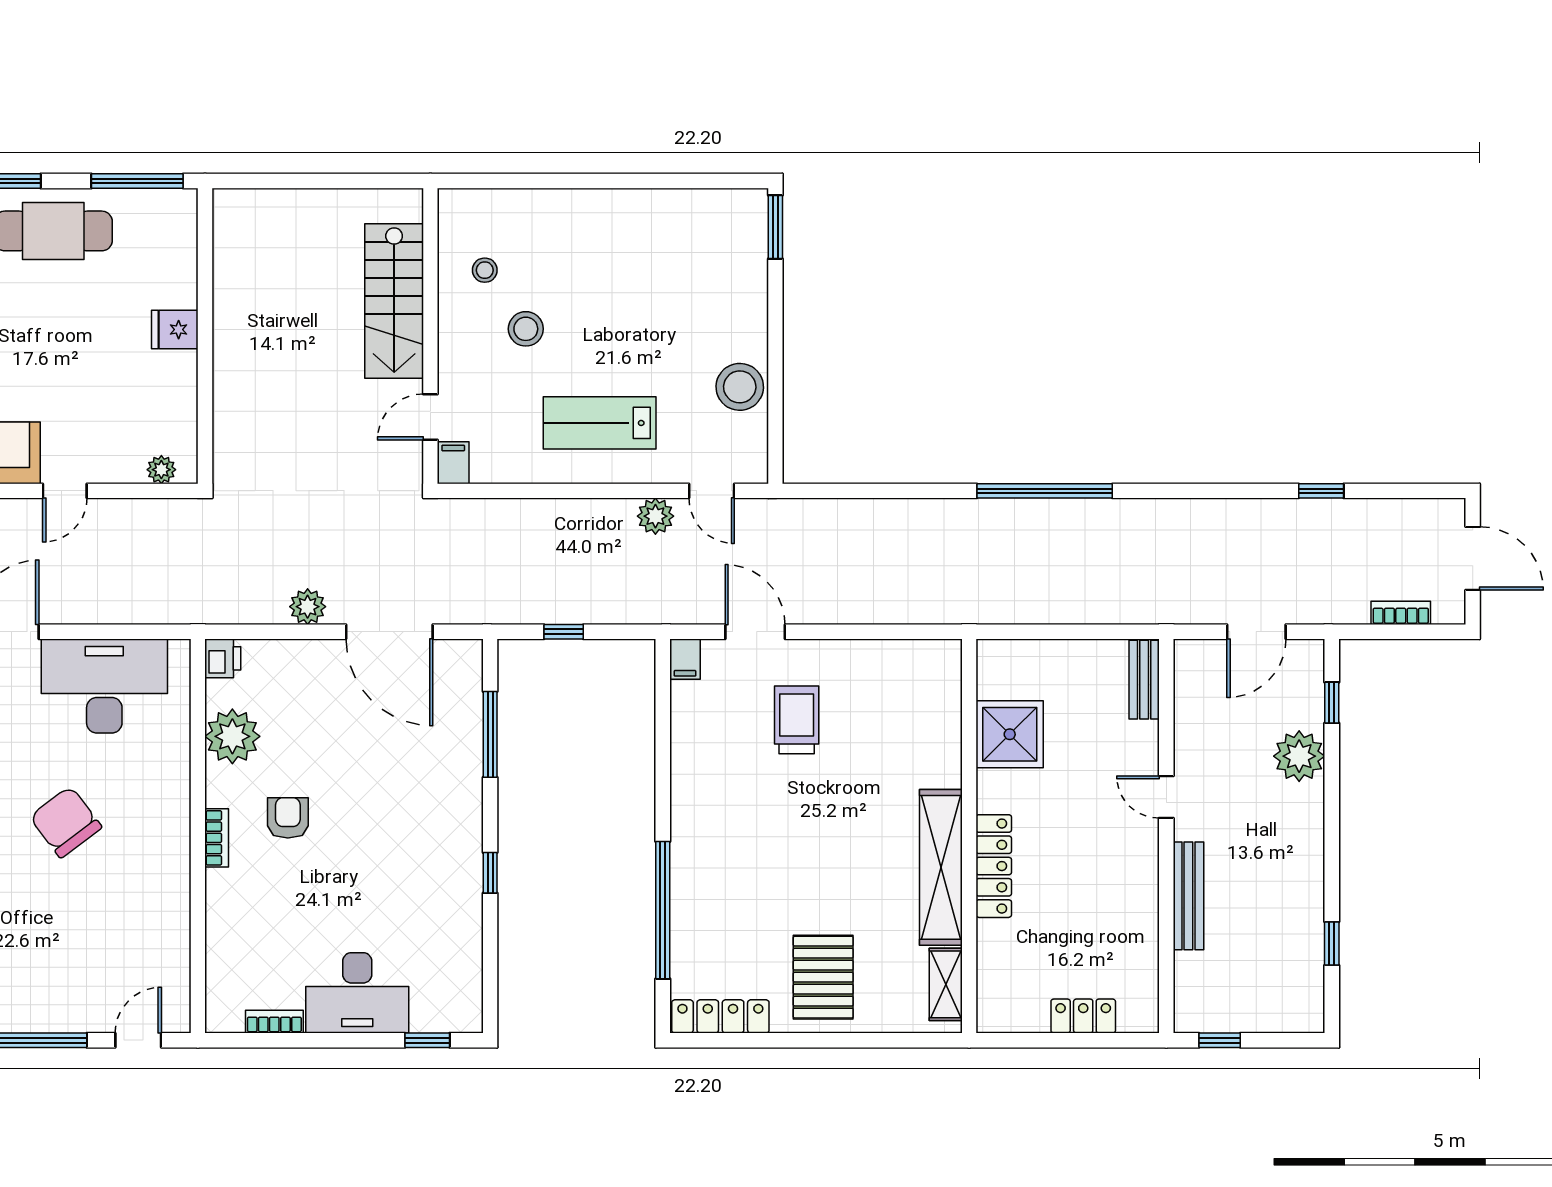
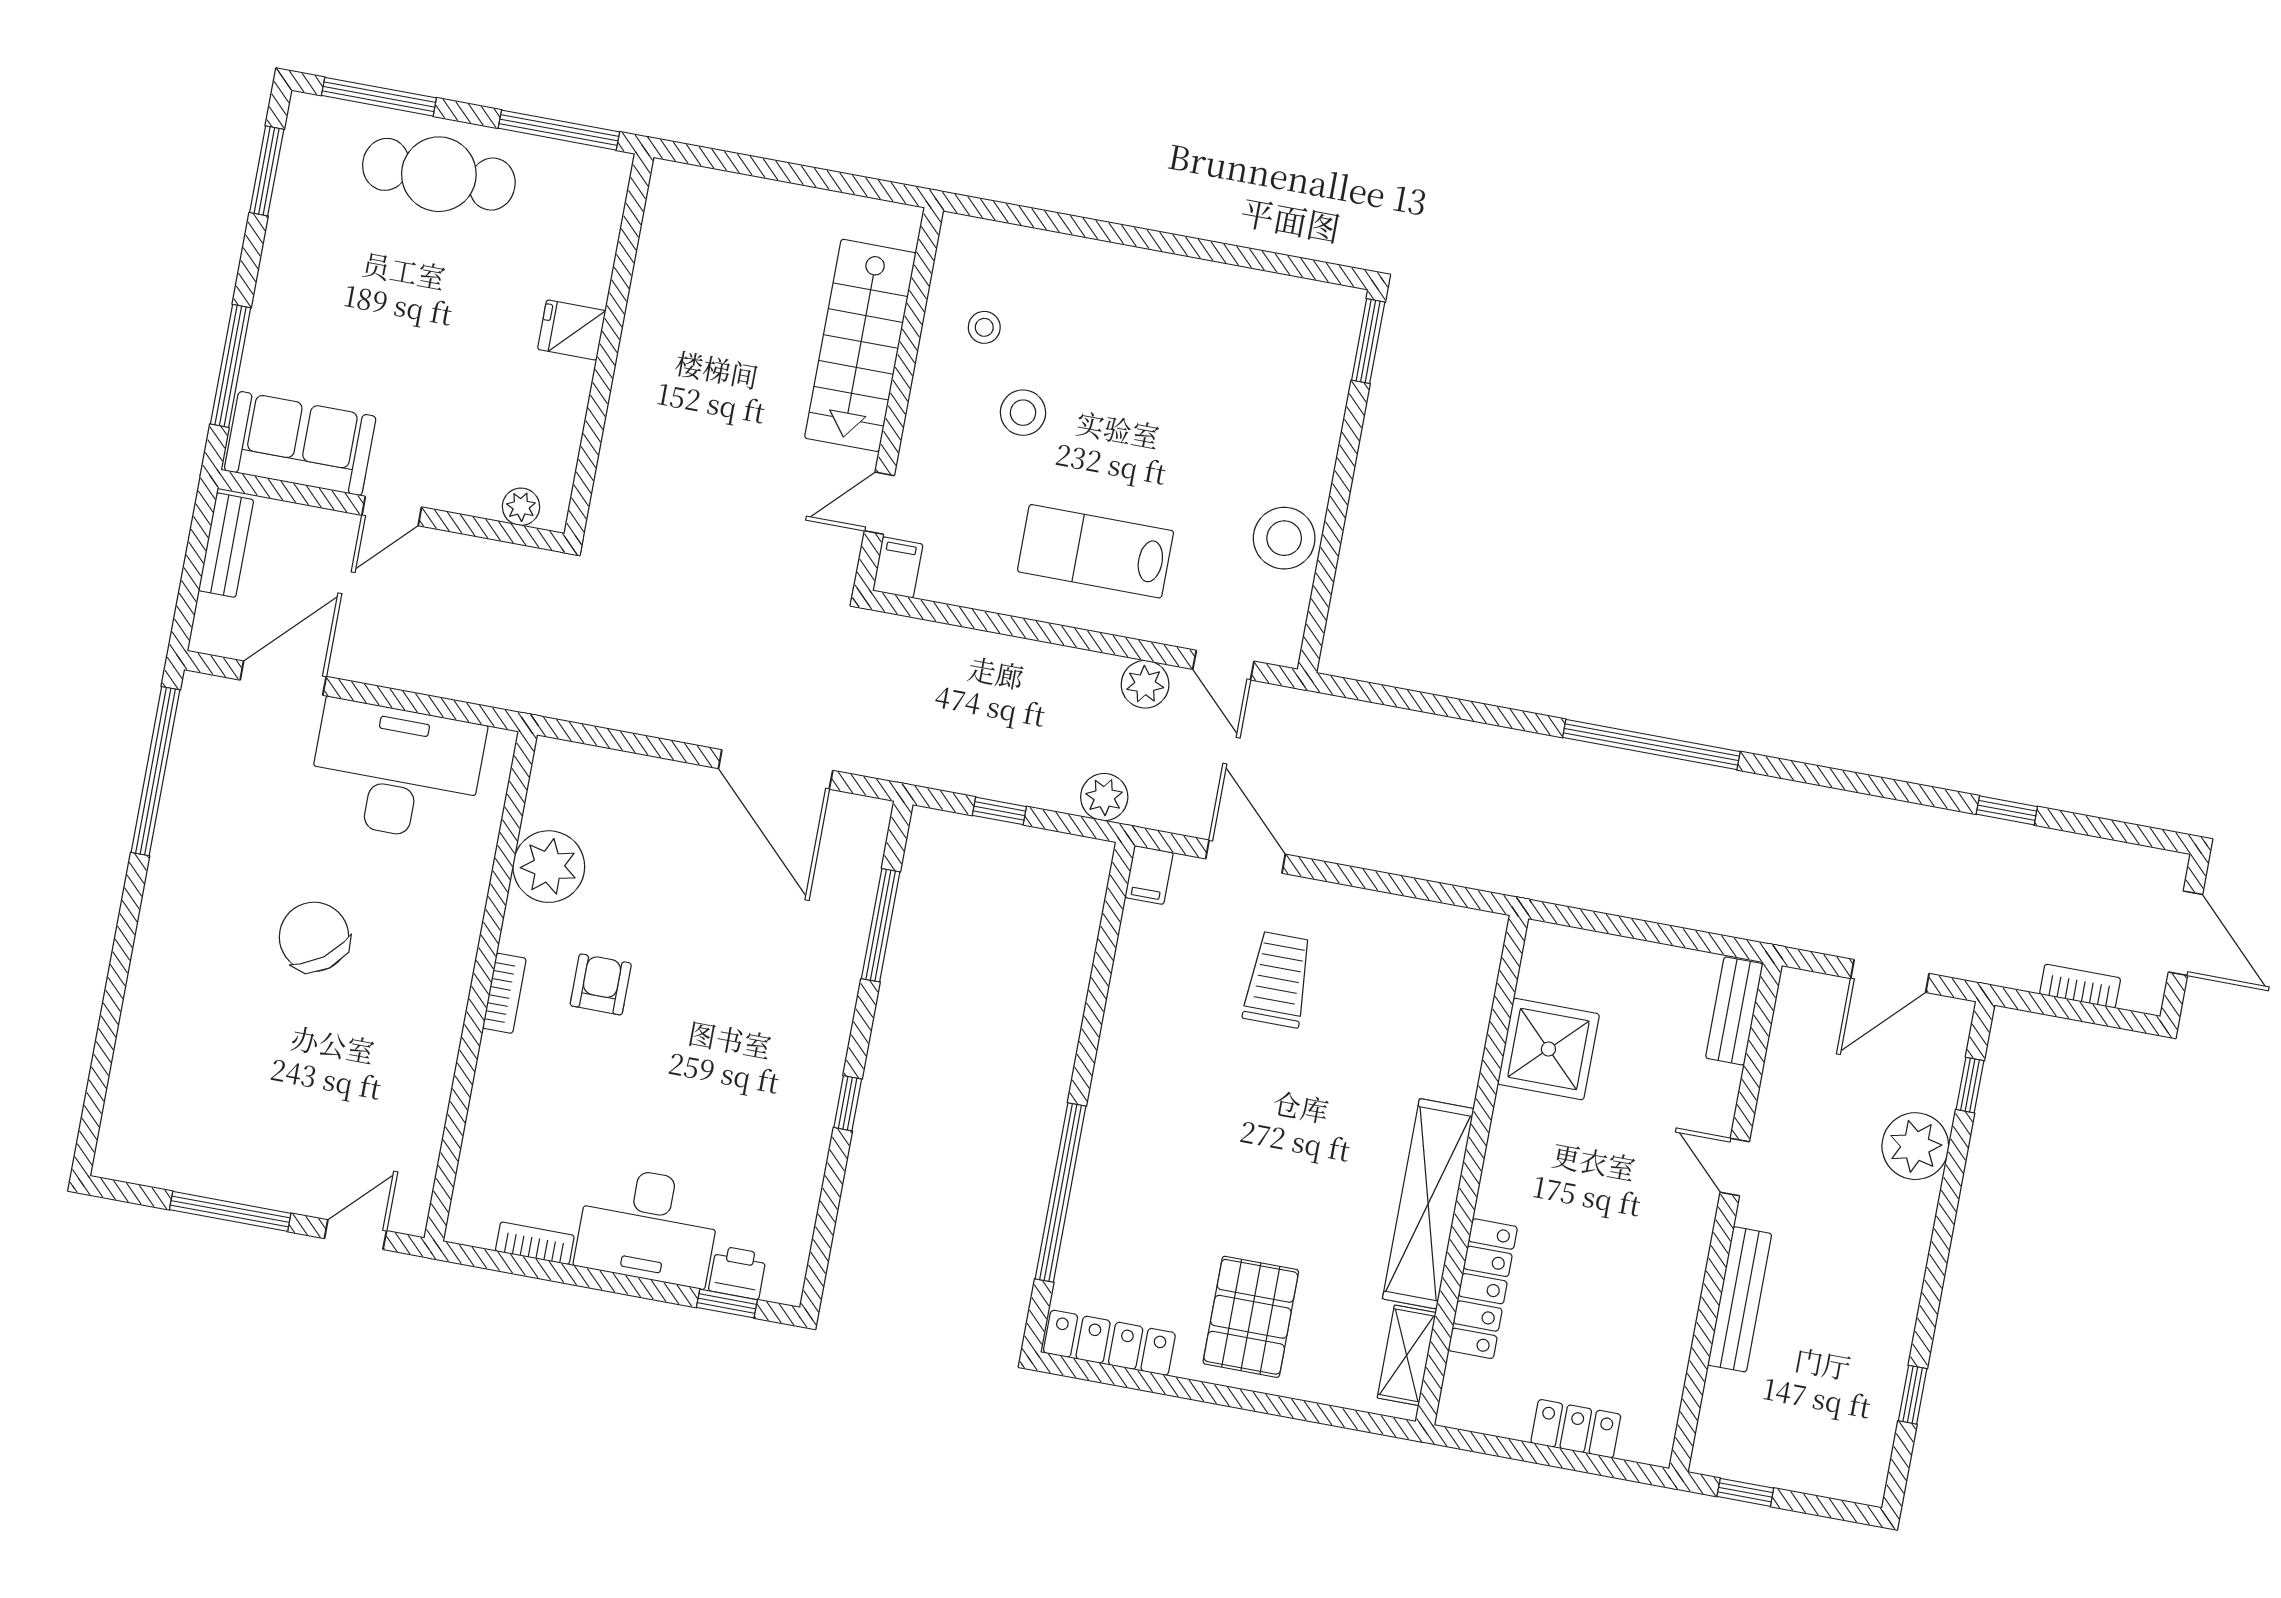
plant: (308, 607) -> (1104, 797), moved
printer: (223, 658) -> (738, 1272), moved, turned -90
locker: (994, 866) -> (1483, 1289), moved

